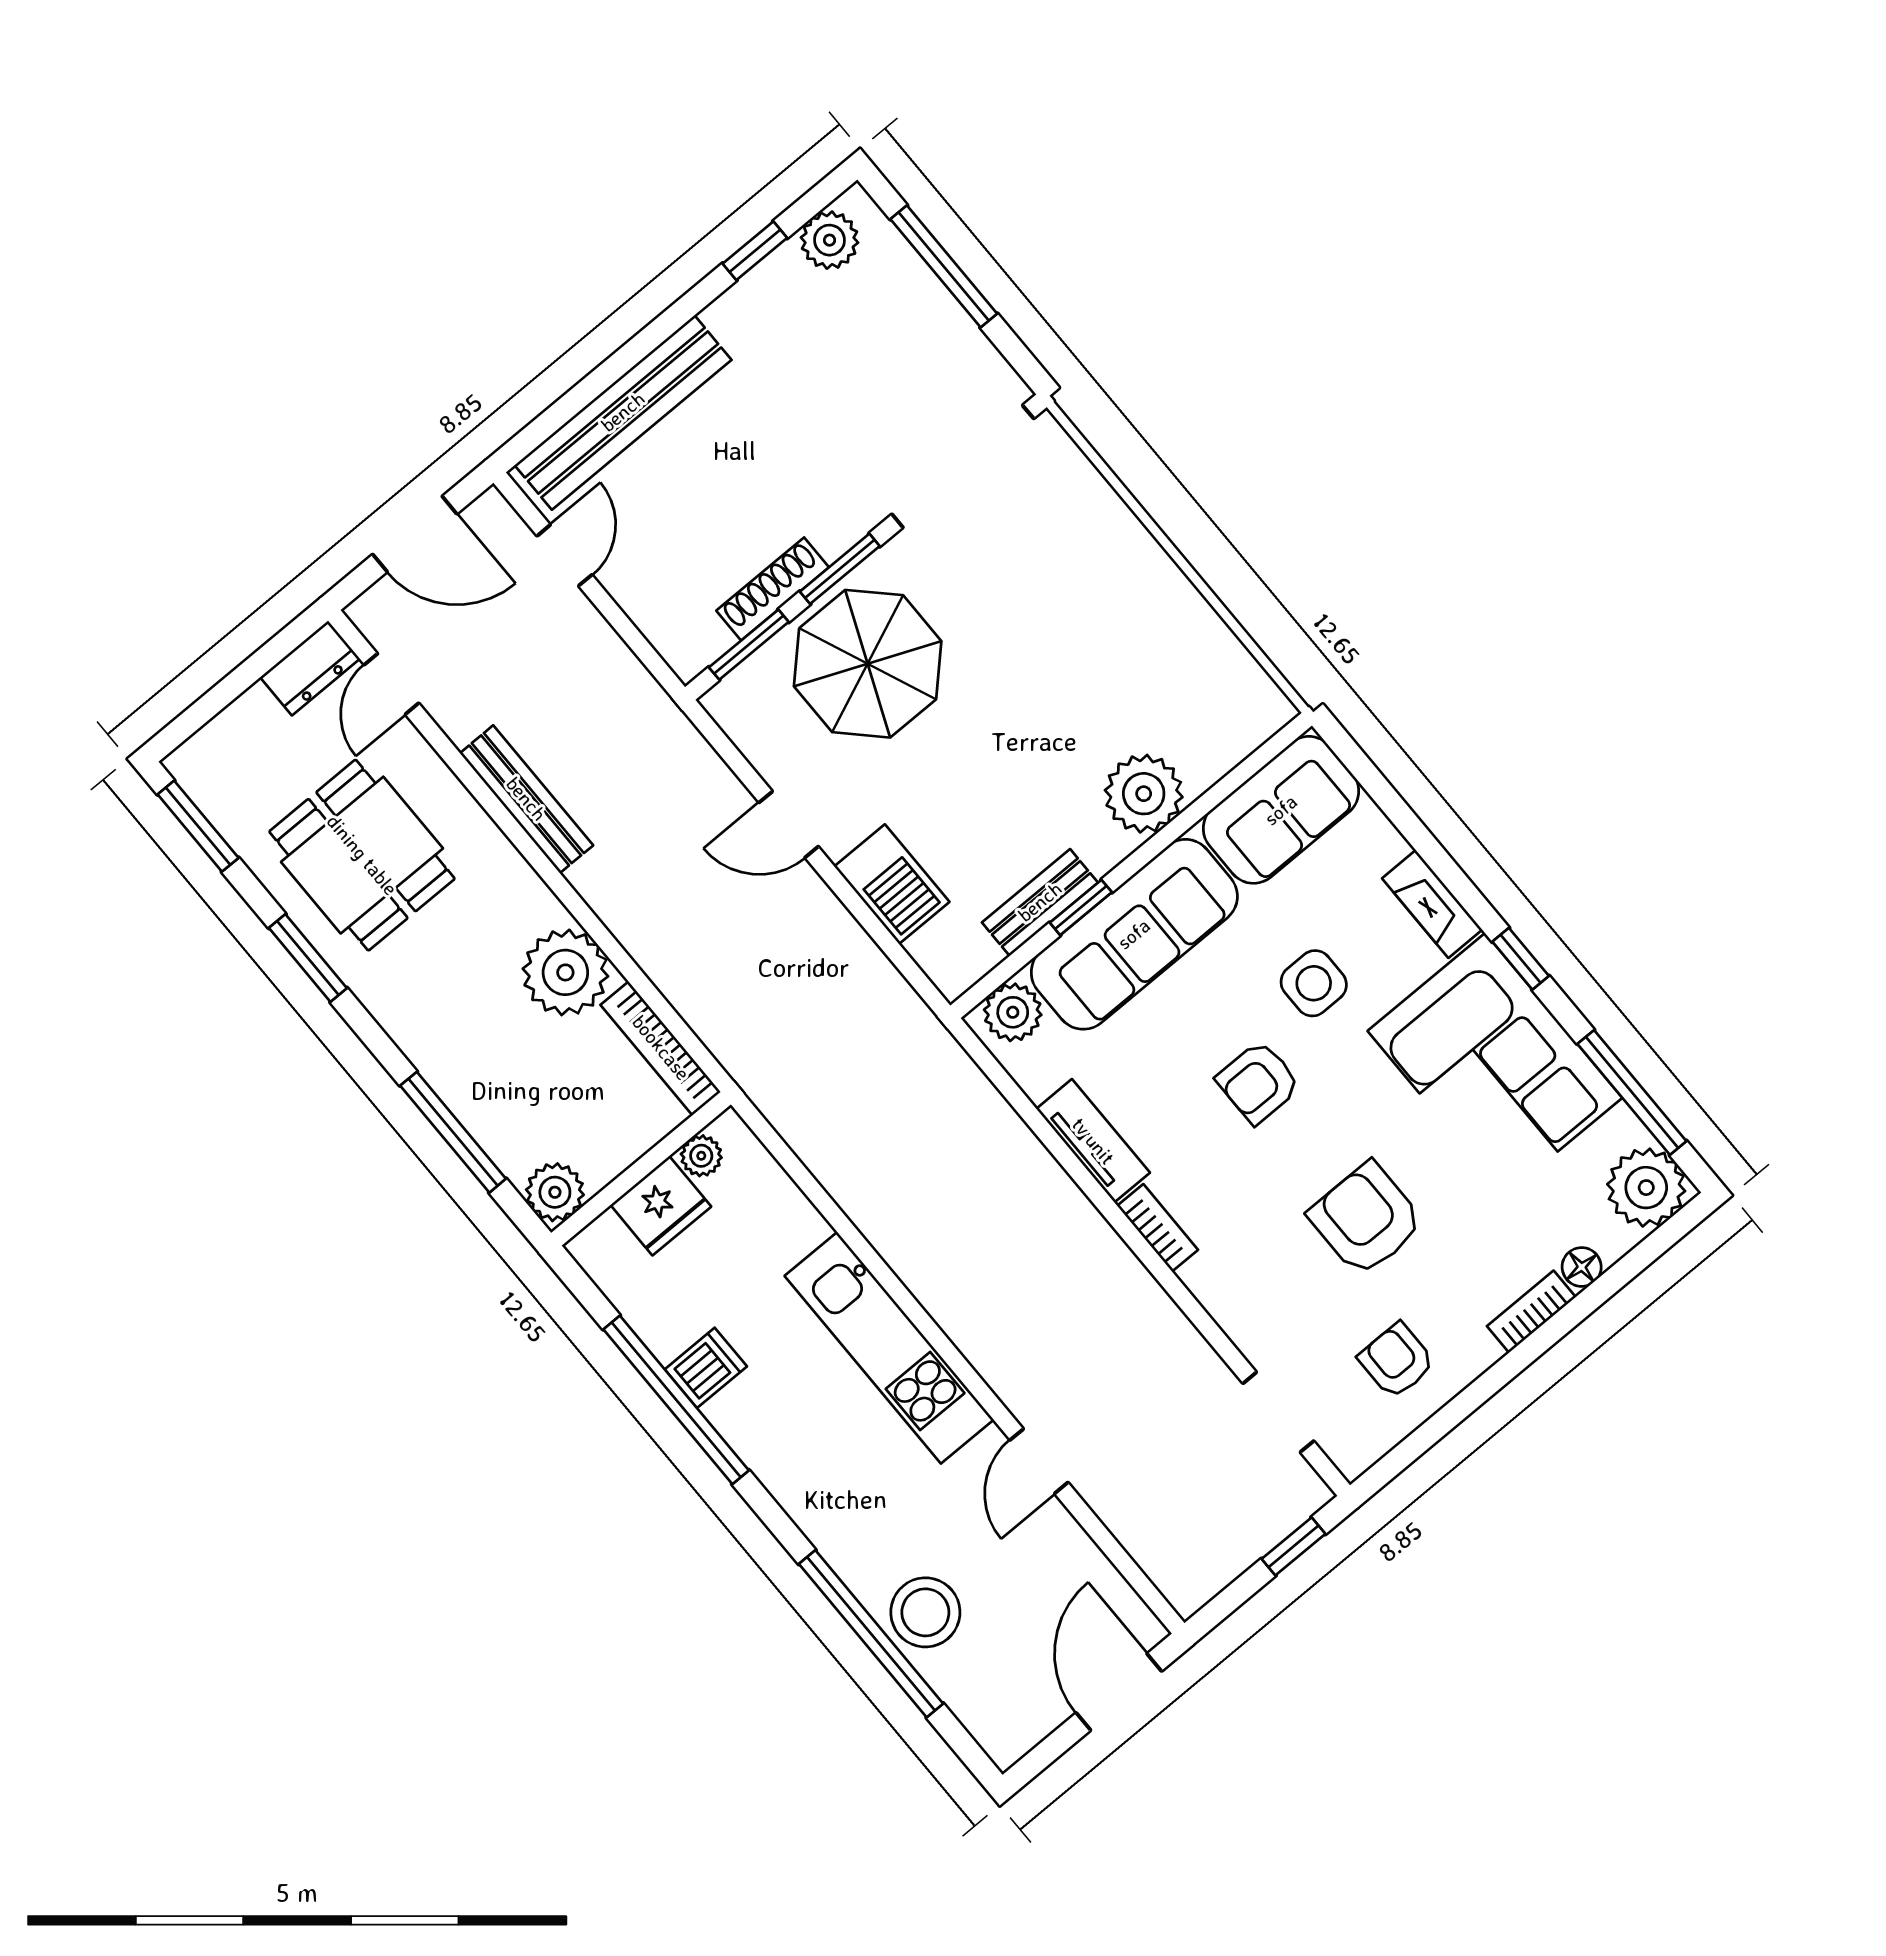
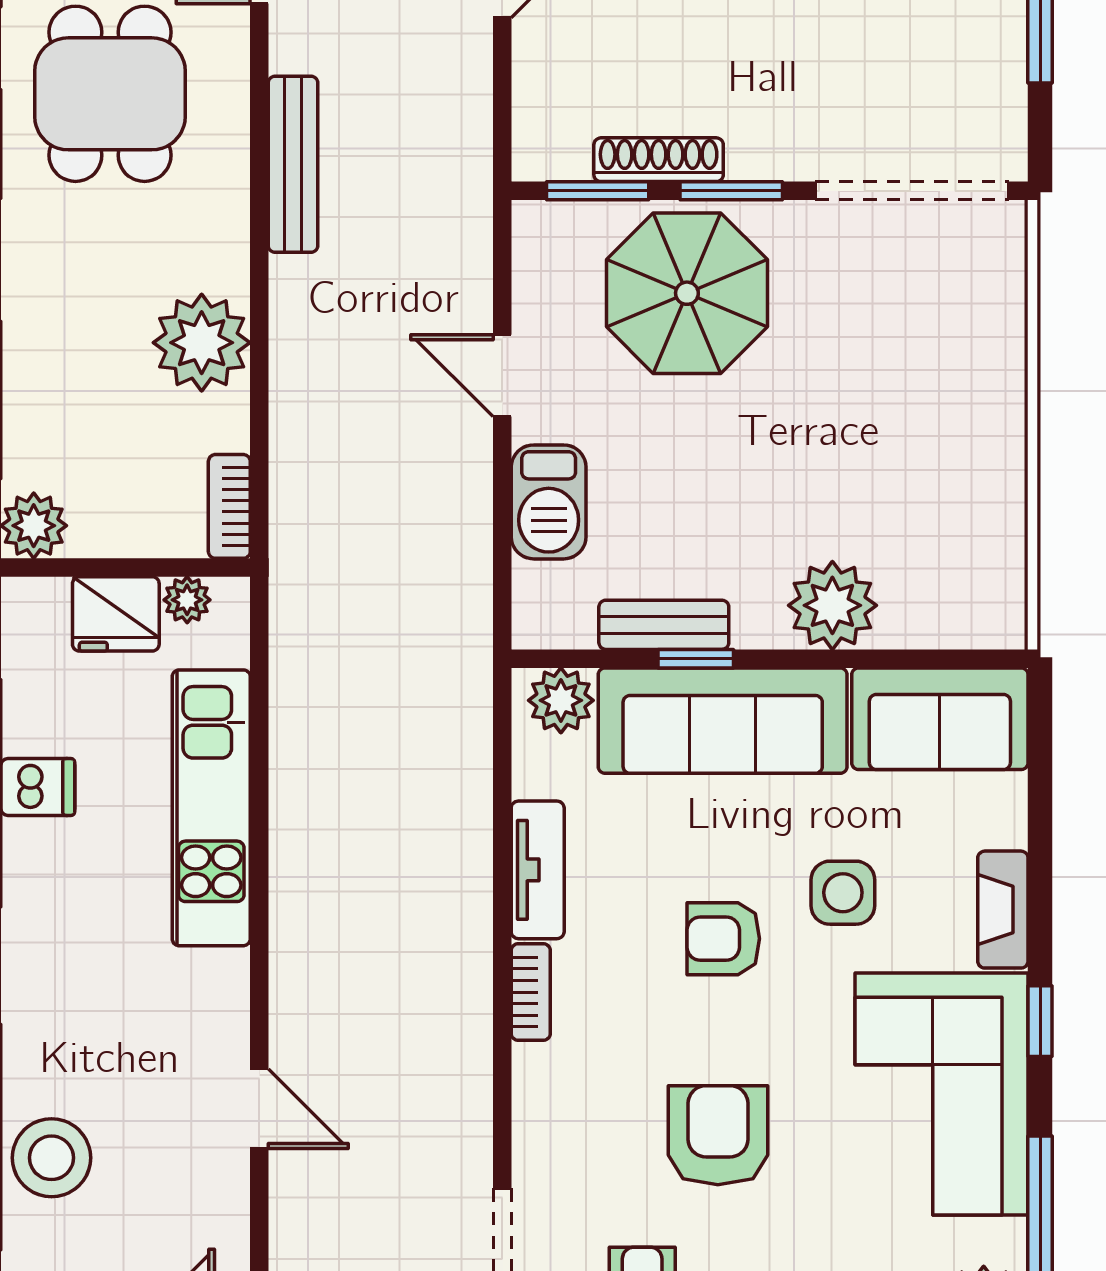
bookcase: (661, 1048) -> (229, 506), width x0.64
kitchen unit: (889, 1348) -> (211, 808), moved
door: (1039, 1461) -> (259, 1109), swing flipped

